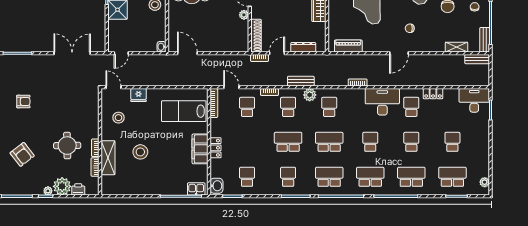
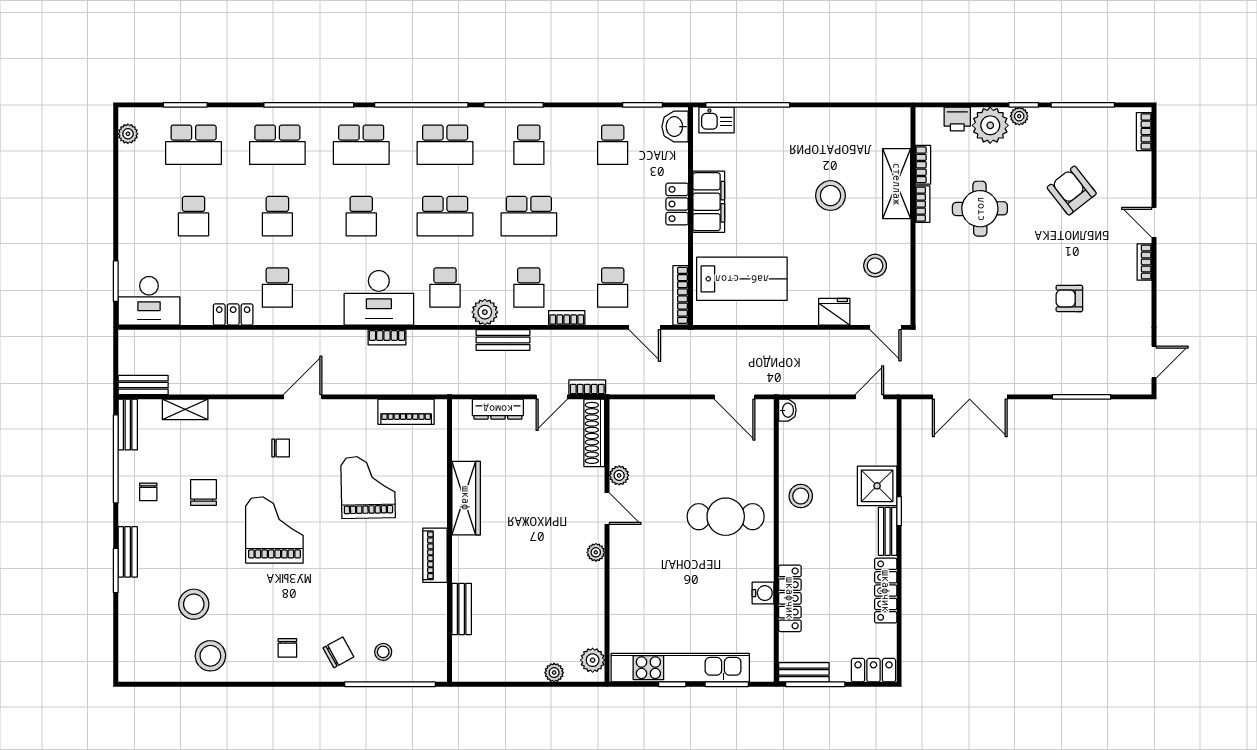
desk: (382, 102) -> (379, 298), moved

